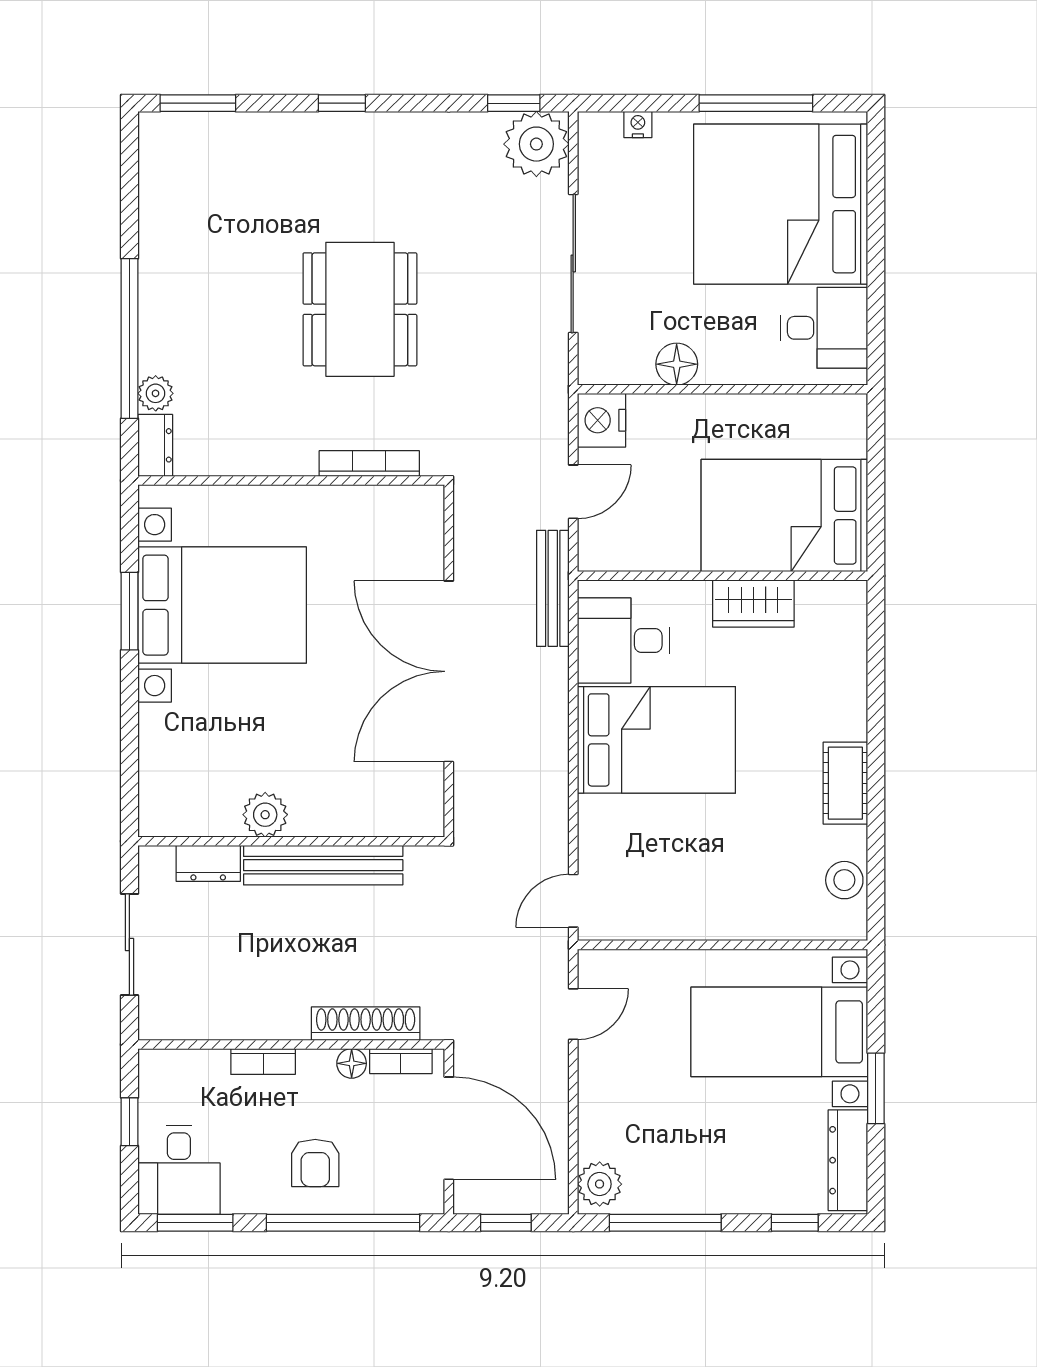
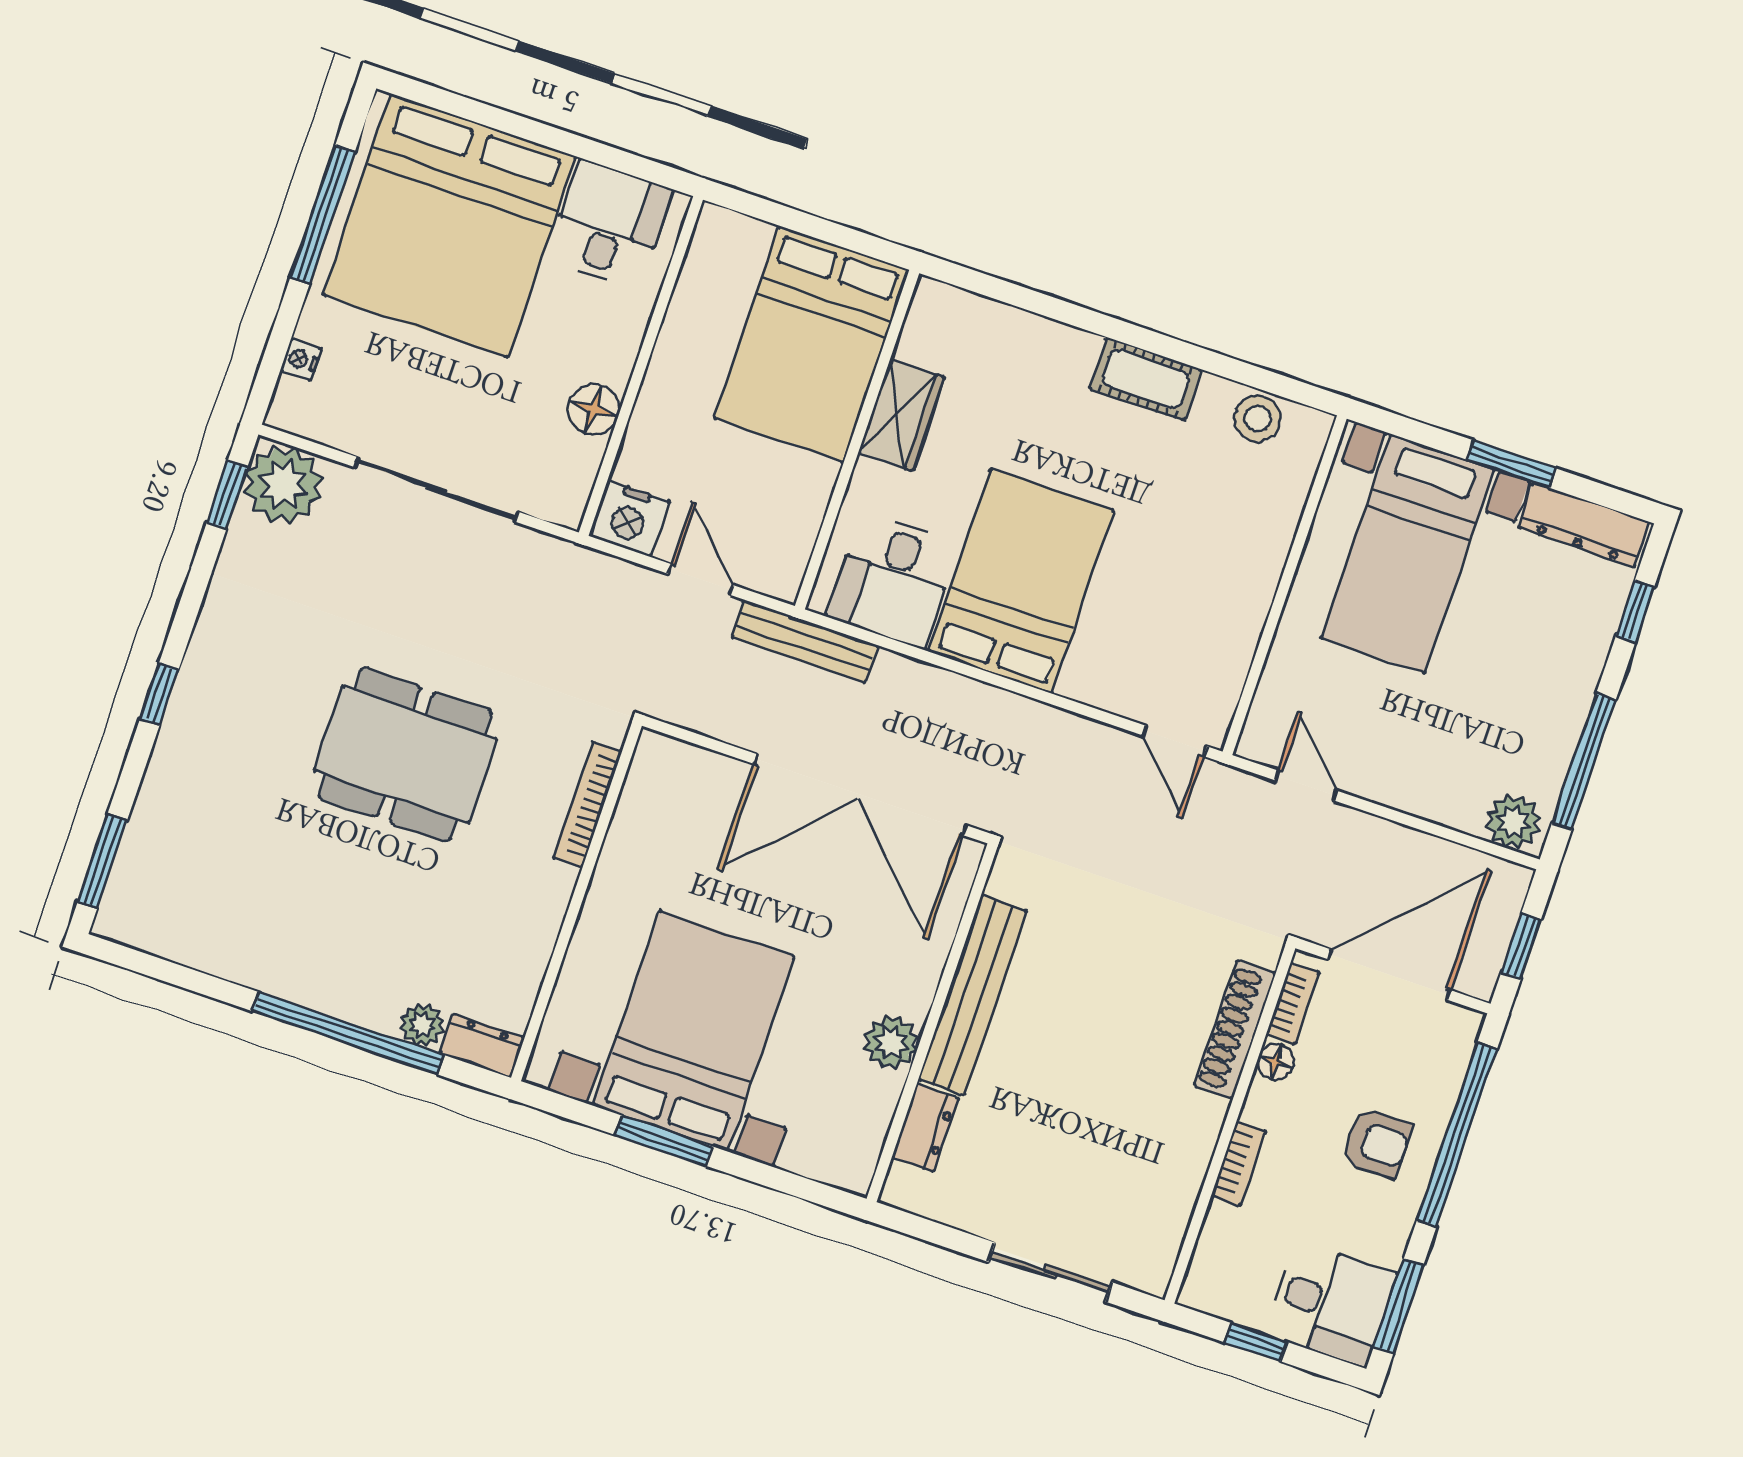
plant: (265, 815) -> (891, 1043), moved
wall: (291, 841) -> (932, 1023), moved
dresser: (208, 863) -> (925, 1128), moved
bench: (323, 865) -> (972, 995), moved

